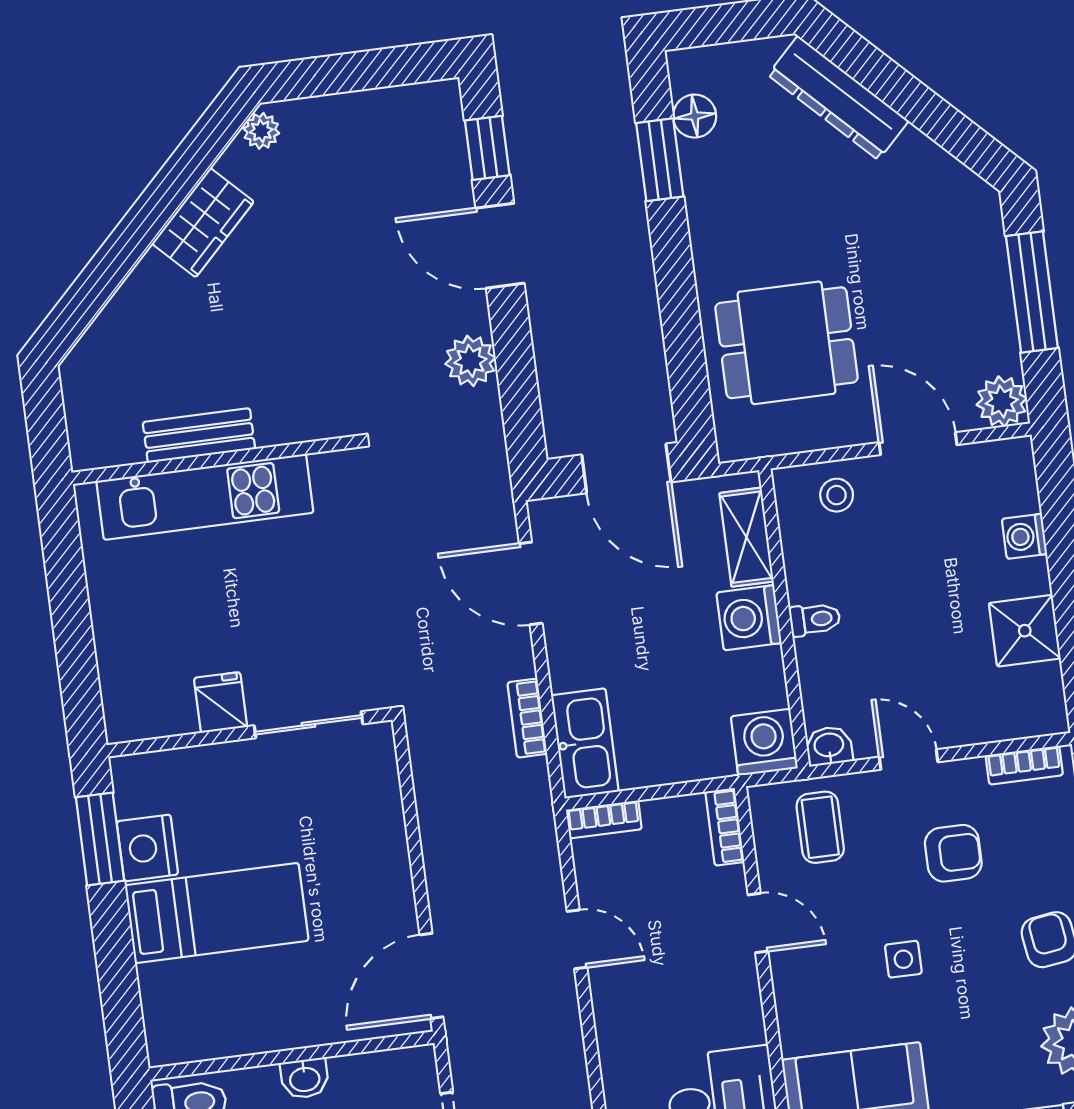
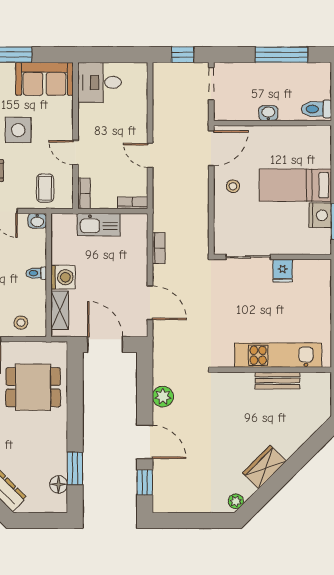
washing machine: (764, 742) -> (63, 226), removed
kitchen sink: (585, 743) -> (99, 225), moved, turned -90
stool: (367, 891) -> (233, 186), added
side table: (903, 959) -> (18, 130), width x1.87, depth x1.87

